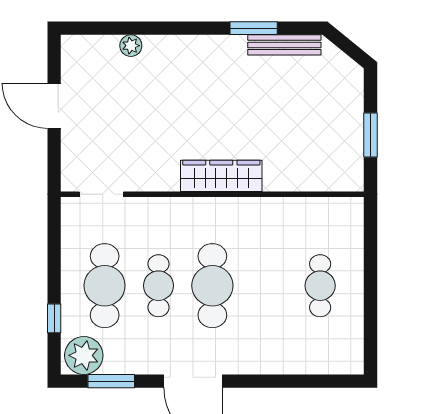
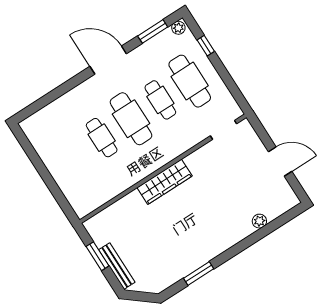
bench: (284, 45) -> (117, 266), moved, turned 90
cafe table: (320, 286) -> (102, 138), moved
plant: (84, 355) -> (178, 28), width x0.53, depth x0.53

